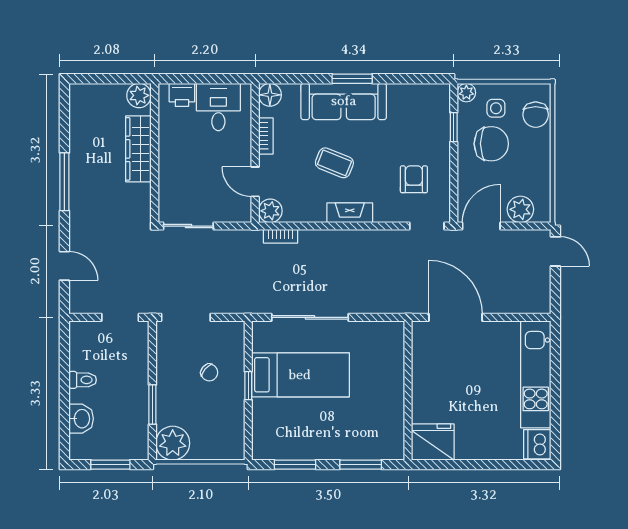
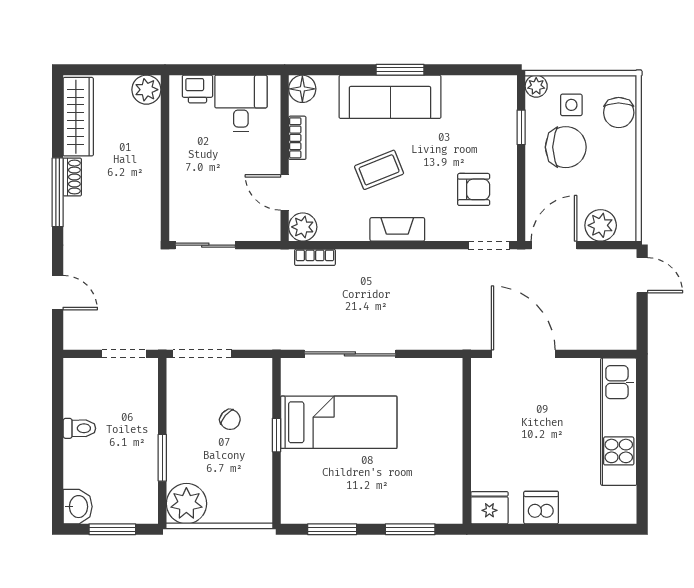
wardrobe: (138, 149) -> (78, 117), moved, turned 180
coffee table: (334, 163) -> (379, 170), turned -44
shoe rack: (77, 169) -> (72, 177), added
armchair: (414, 179) -> (474, 189), turned 90
washbasin: (81, 419) -> (78, 507), moved
fridge: (433, 442) -> (489, 508), width x0.73, depth x0.75
dishwasher: (537, 444) -> (541, 508), moved, turned 90

